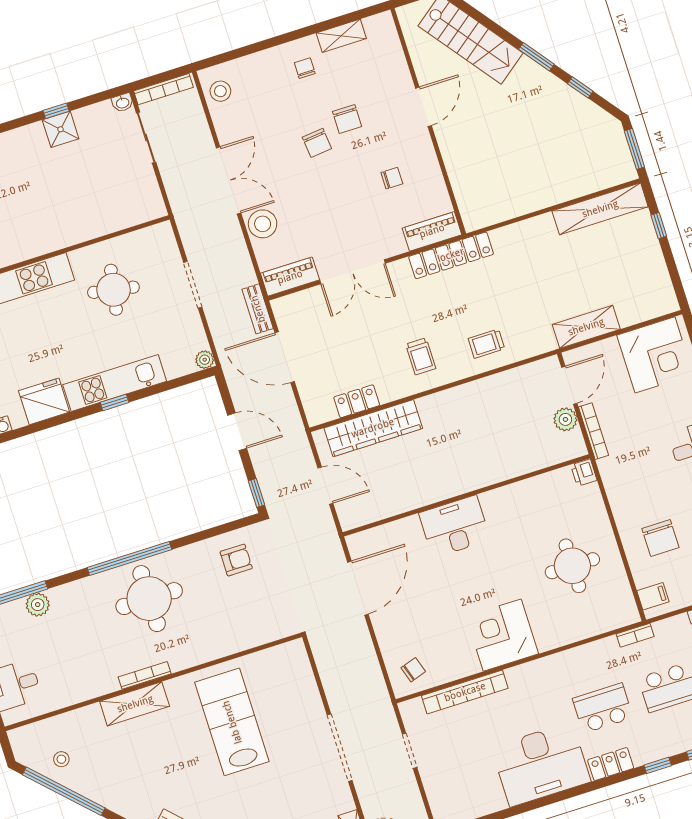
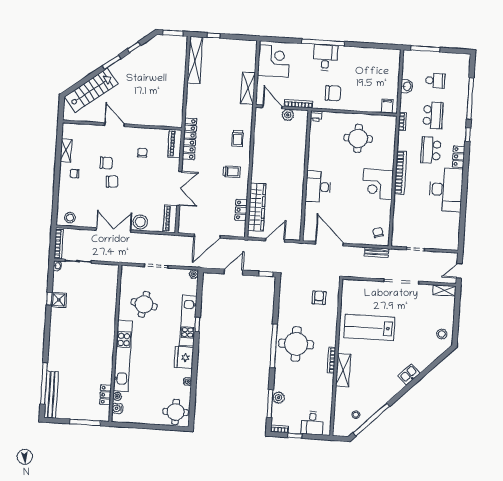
bench: (258, 309) -> (377, 252), moved
chair: (660, 538) -> (333, 93), moved
armchair: (236, 560) -> (319, 298), moved
bookcase: (465, 692) -> (400, 173), moved

